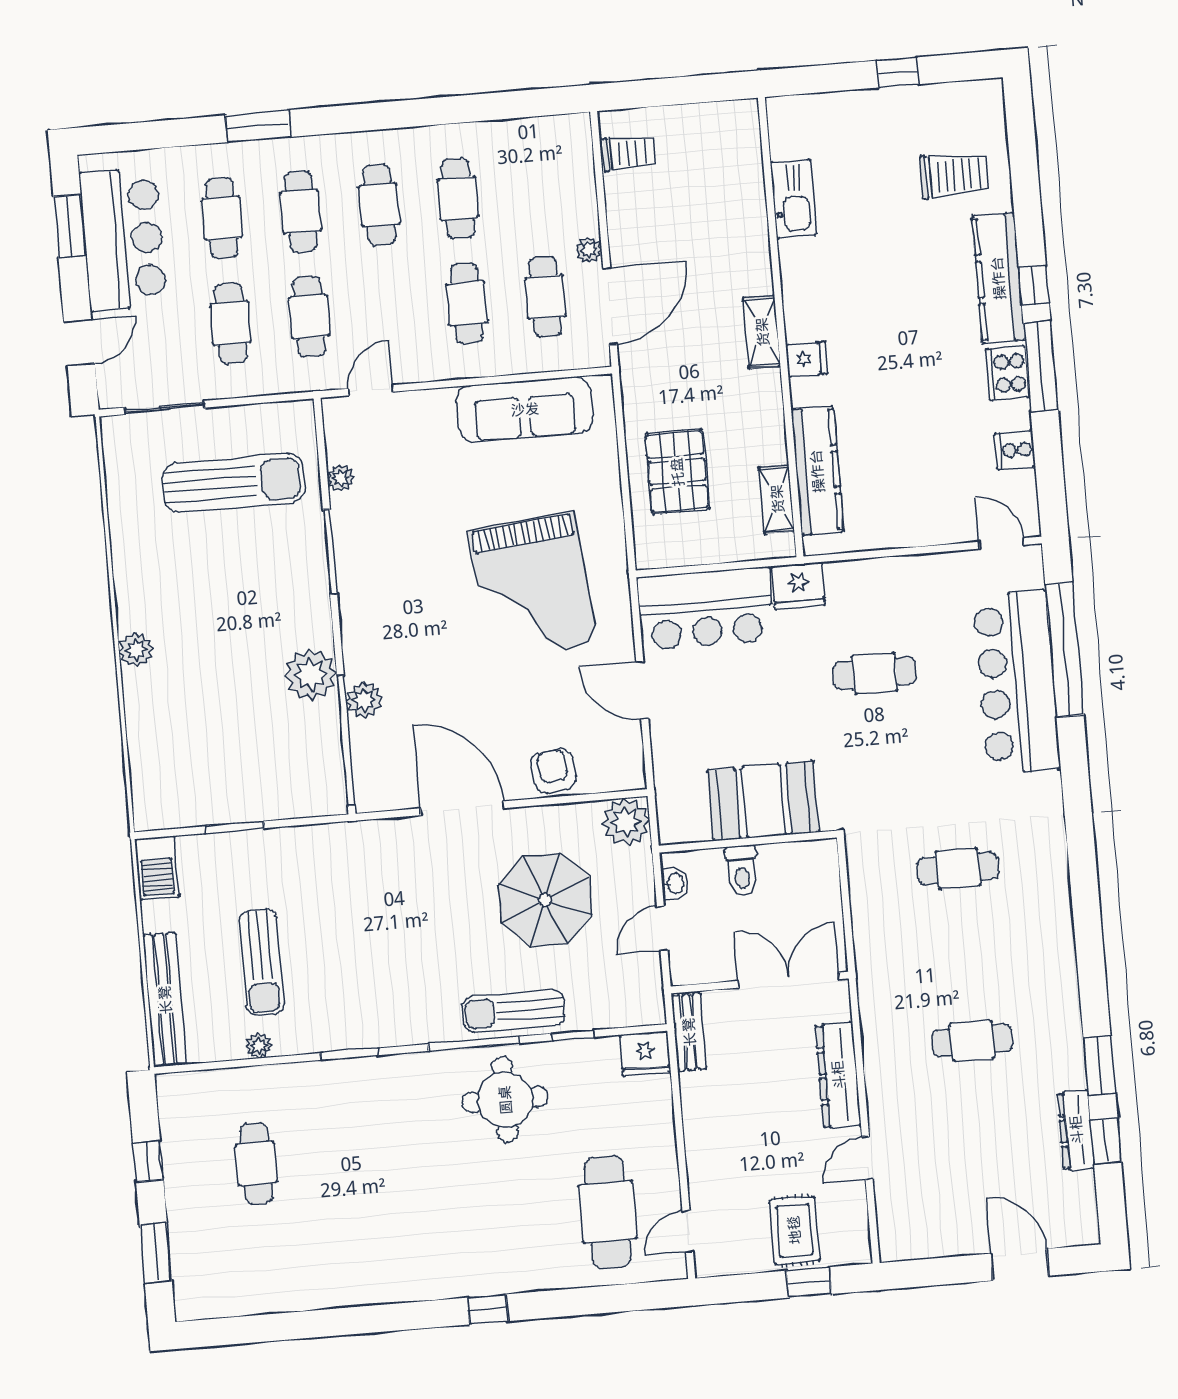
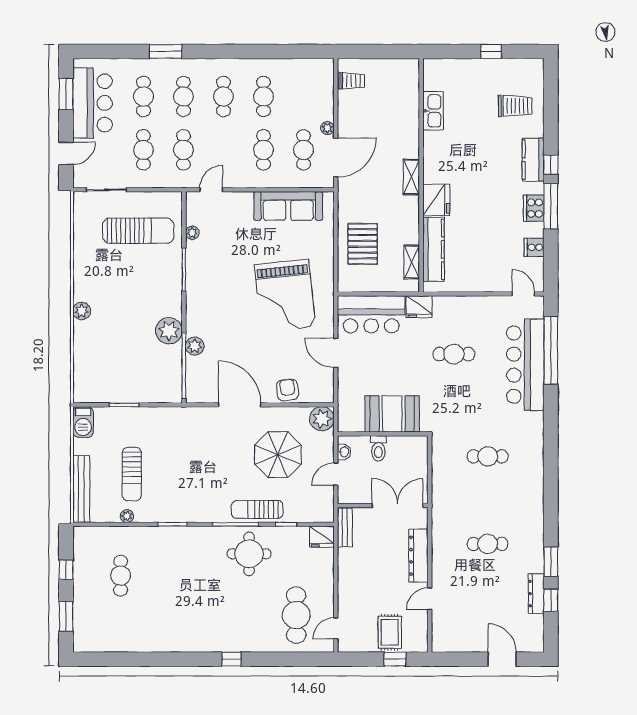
kitchen counter: (998, 278) -> (533, 160), width x0.67
fridge: (807, 359) -> (436, 200), width x1.88, depth x1.34

